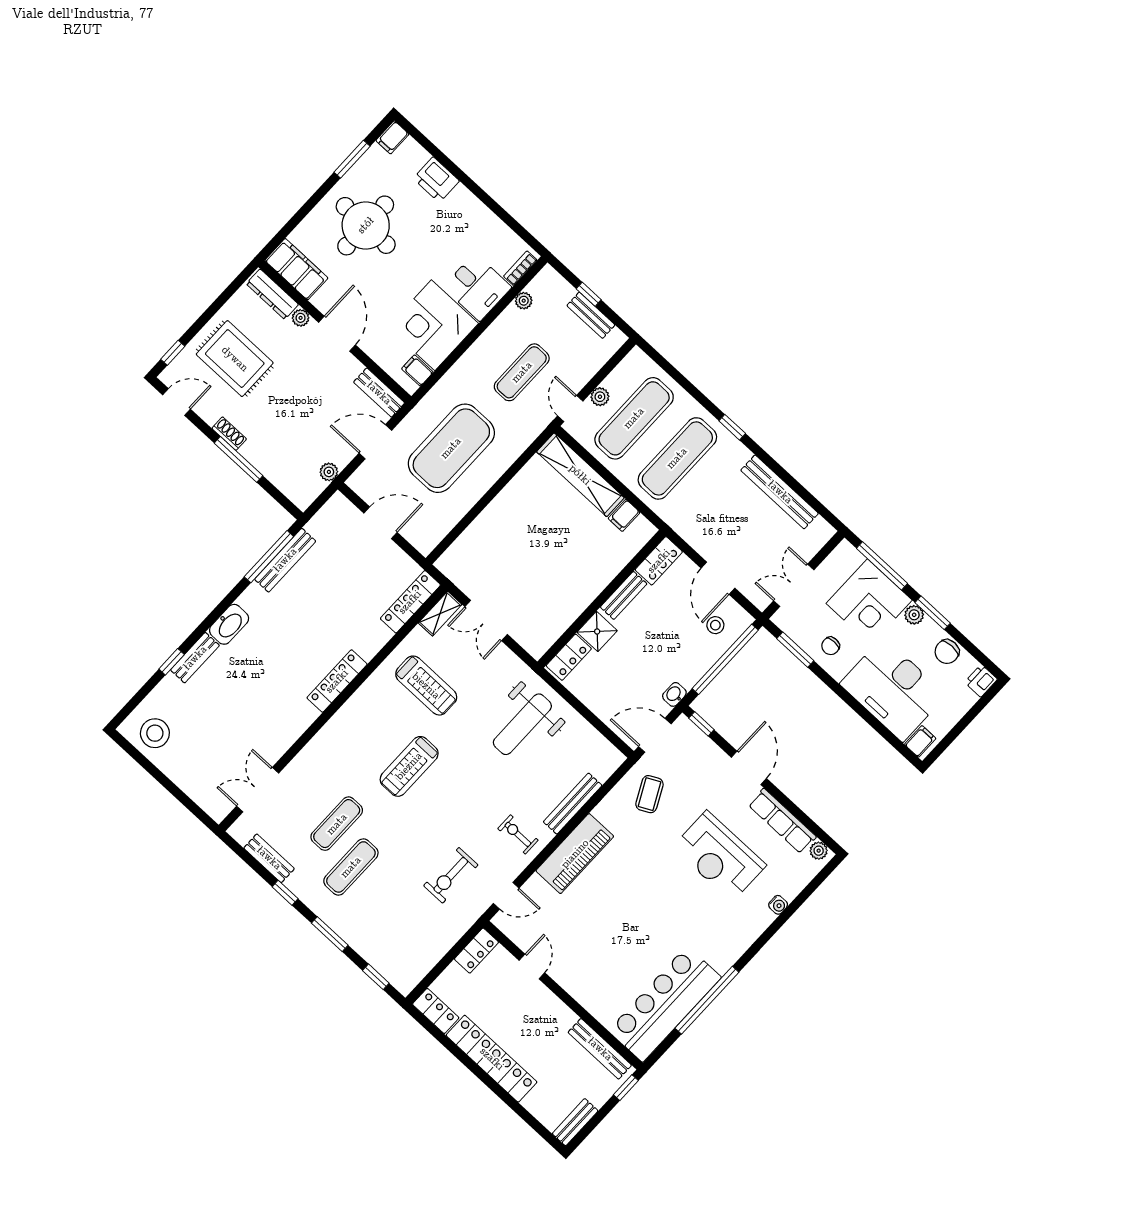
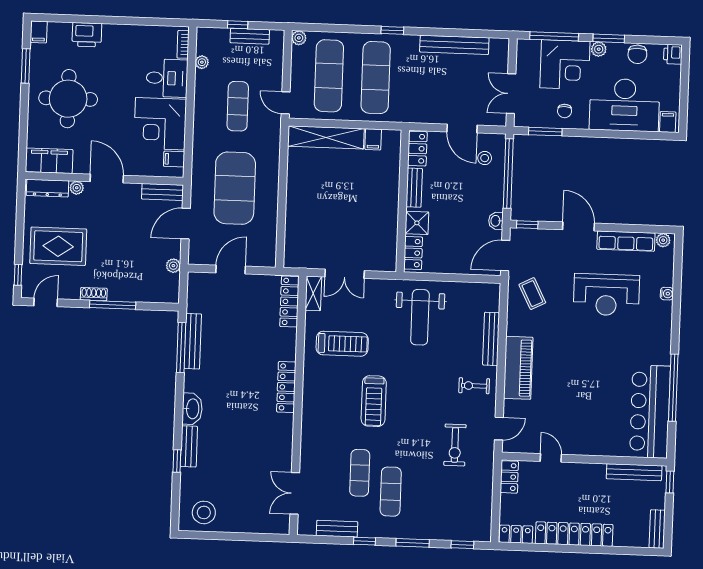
plant: (600, 397) -> (299, 38), moved

